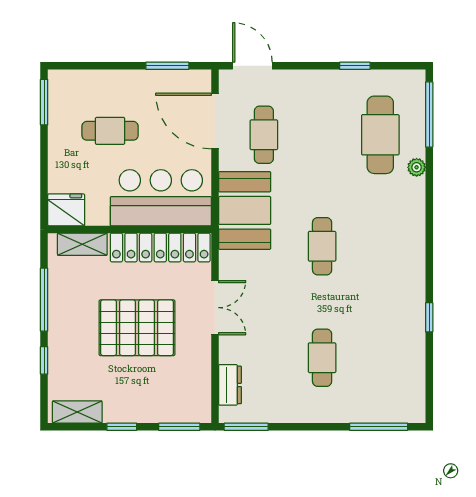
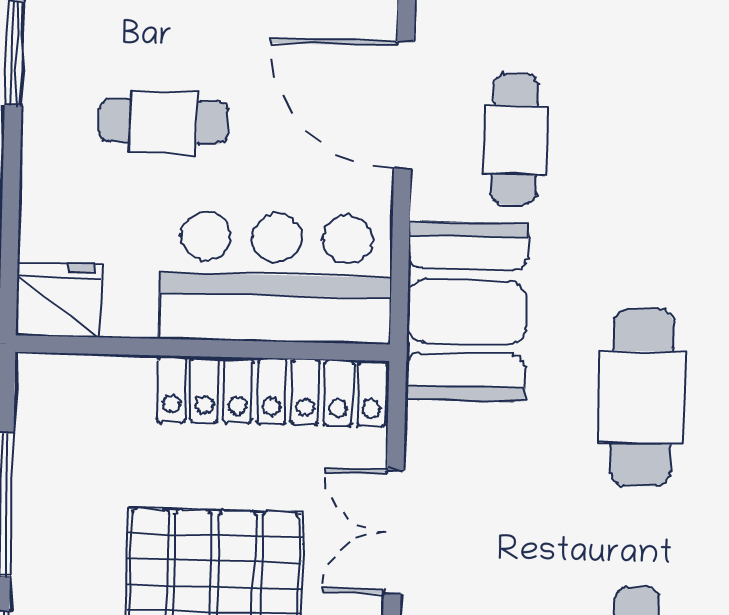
shelving: (82, 244) -> (94, 379), removed
cafe table: (322, 246) -> (642, 398), width x1.37, depth x1.35
double door: (215, 308) -> (394, 532), swing flipped

